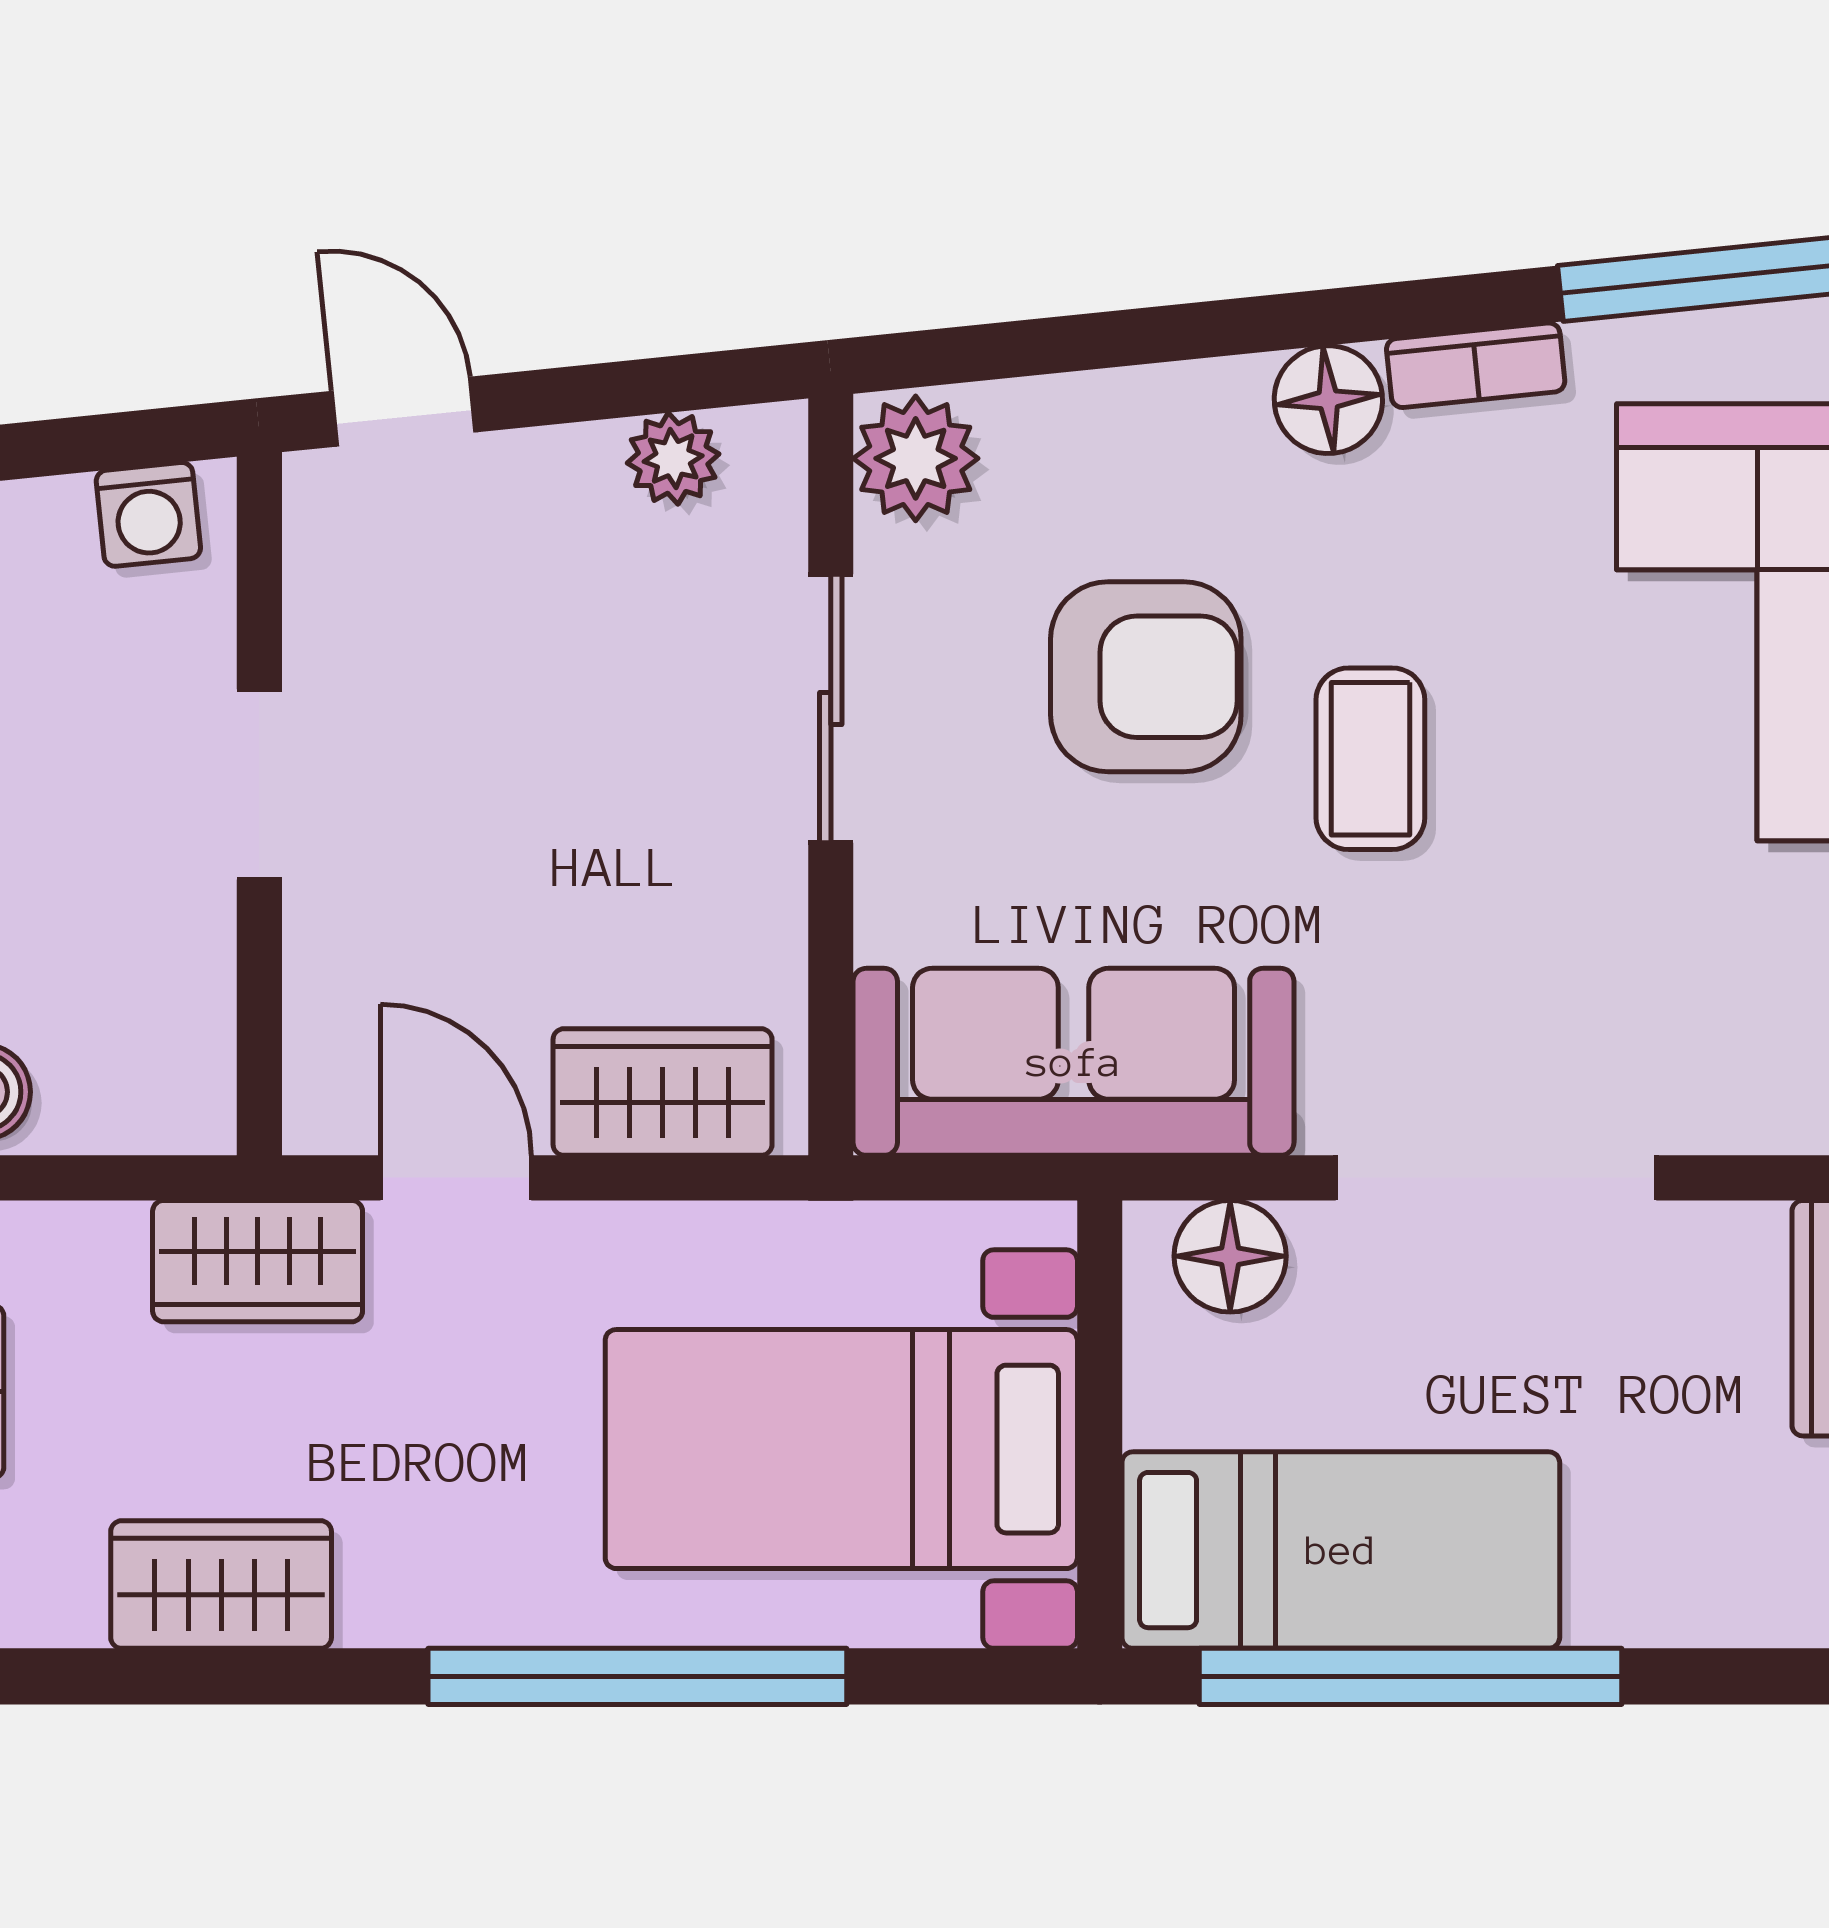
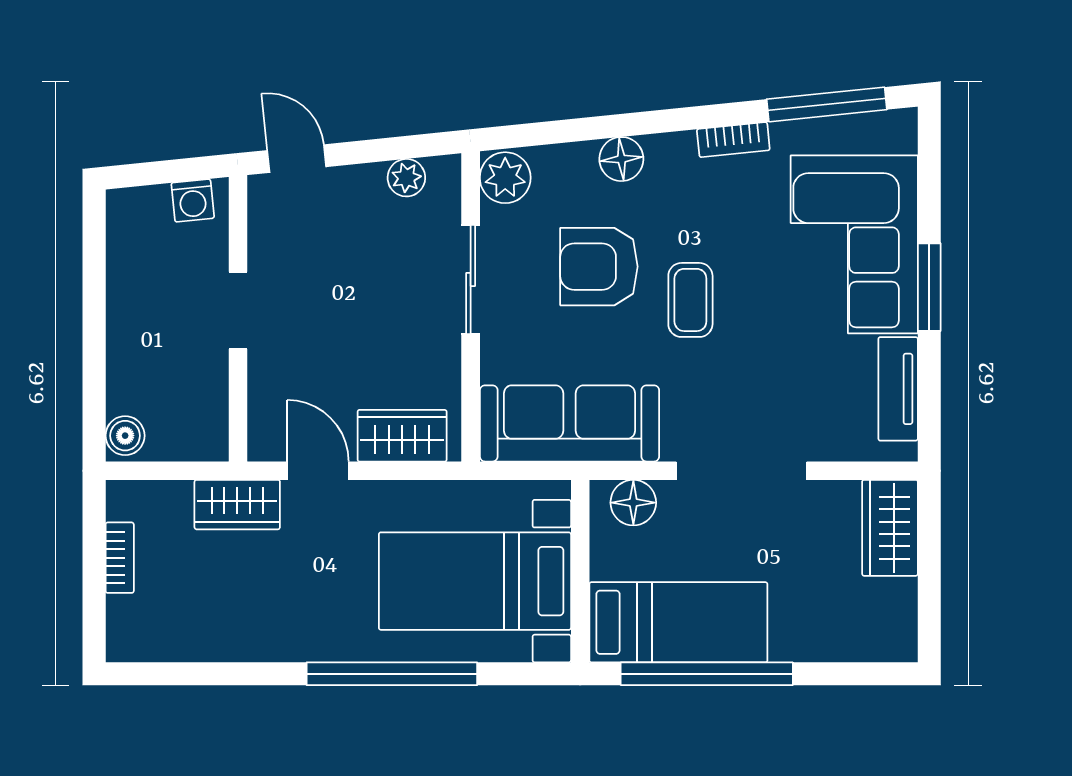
floor lamp: (1328, 400) -> (621, 159), moved
armchair: (1146, 677) -> (599, 267), turned 180
wardrobe: (221, 1585) -> (222, 636), removed

